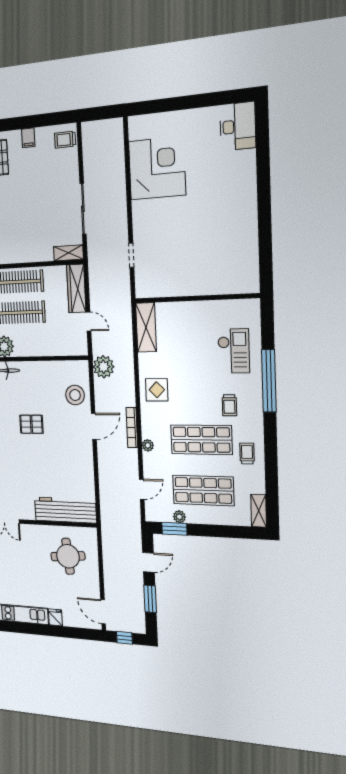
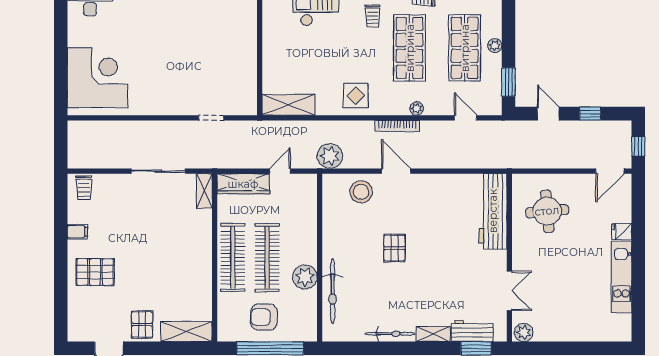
corner desk: (157, 168) -> (97, 78), moved, turned 90
trolley: (229, 405) -> (373, 16), turned 90
plant: (179, 517) -> (495, 46), moved
window: (150, 599) -> (590, 114), width x0.67

